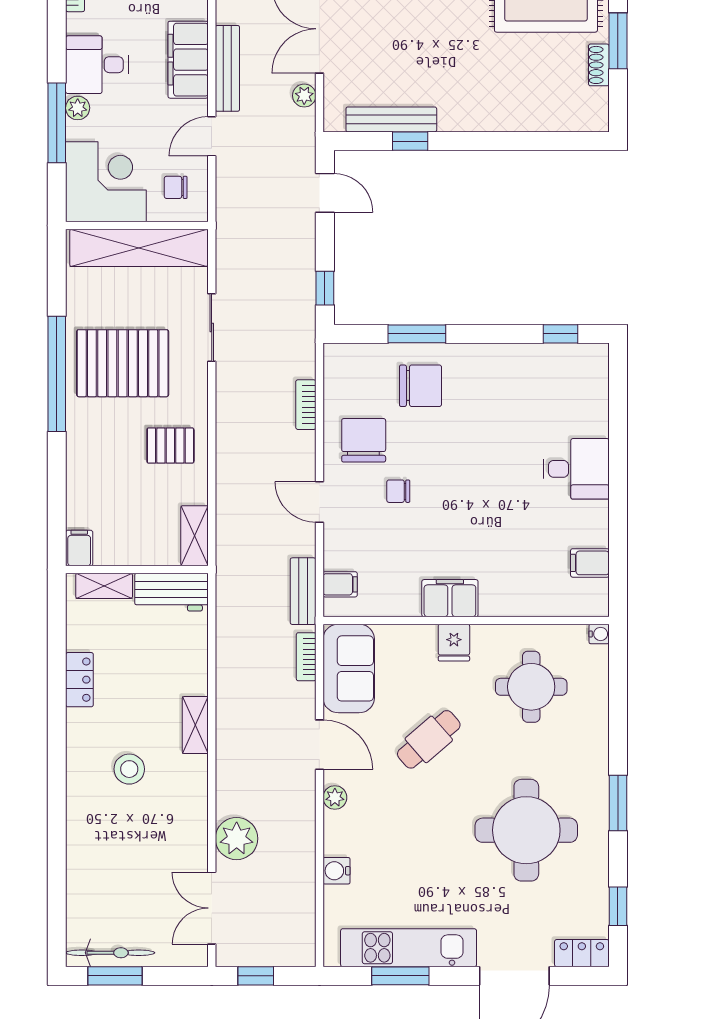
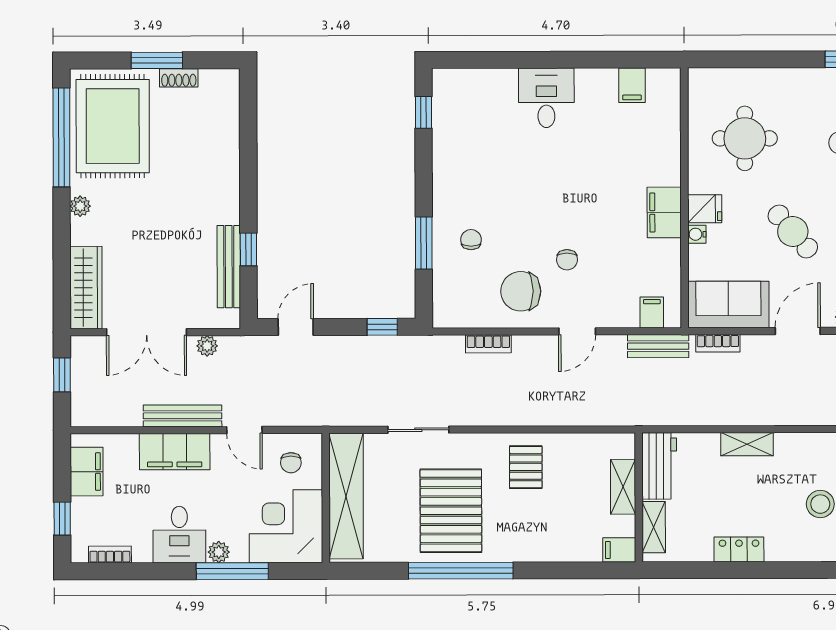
chair: (421, 386) -> (471, 240), width x0.54, depth x0.54
shelving: (195, 536) -> (623, 487), moved, turned 90
water cooler: (599, 634) -> (697, 234), moved, turned -90
shelving: (195, 725) -> (747, 444), moved

